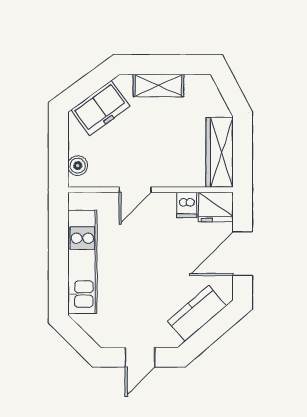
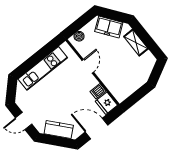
wardrobe: (220, 152) -> (129, 88), removed
door: (135, 190) -> (88, 66), swing flipped

